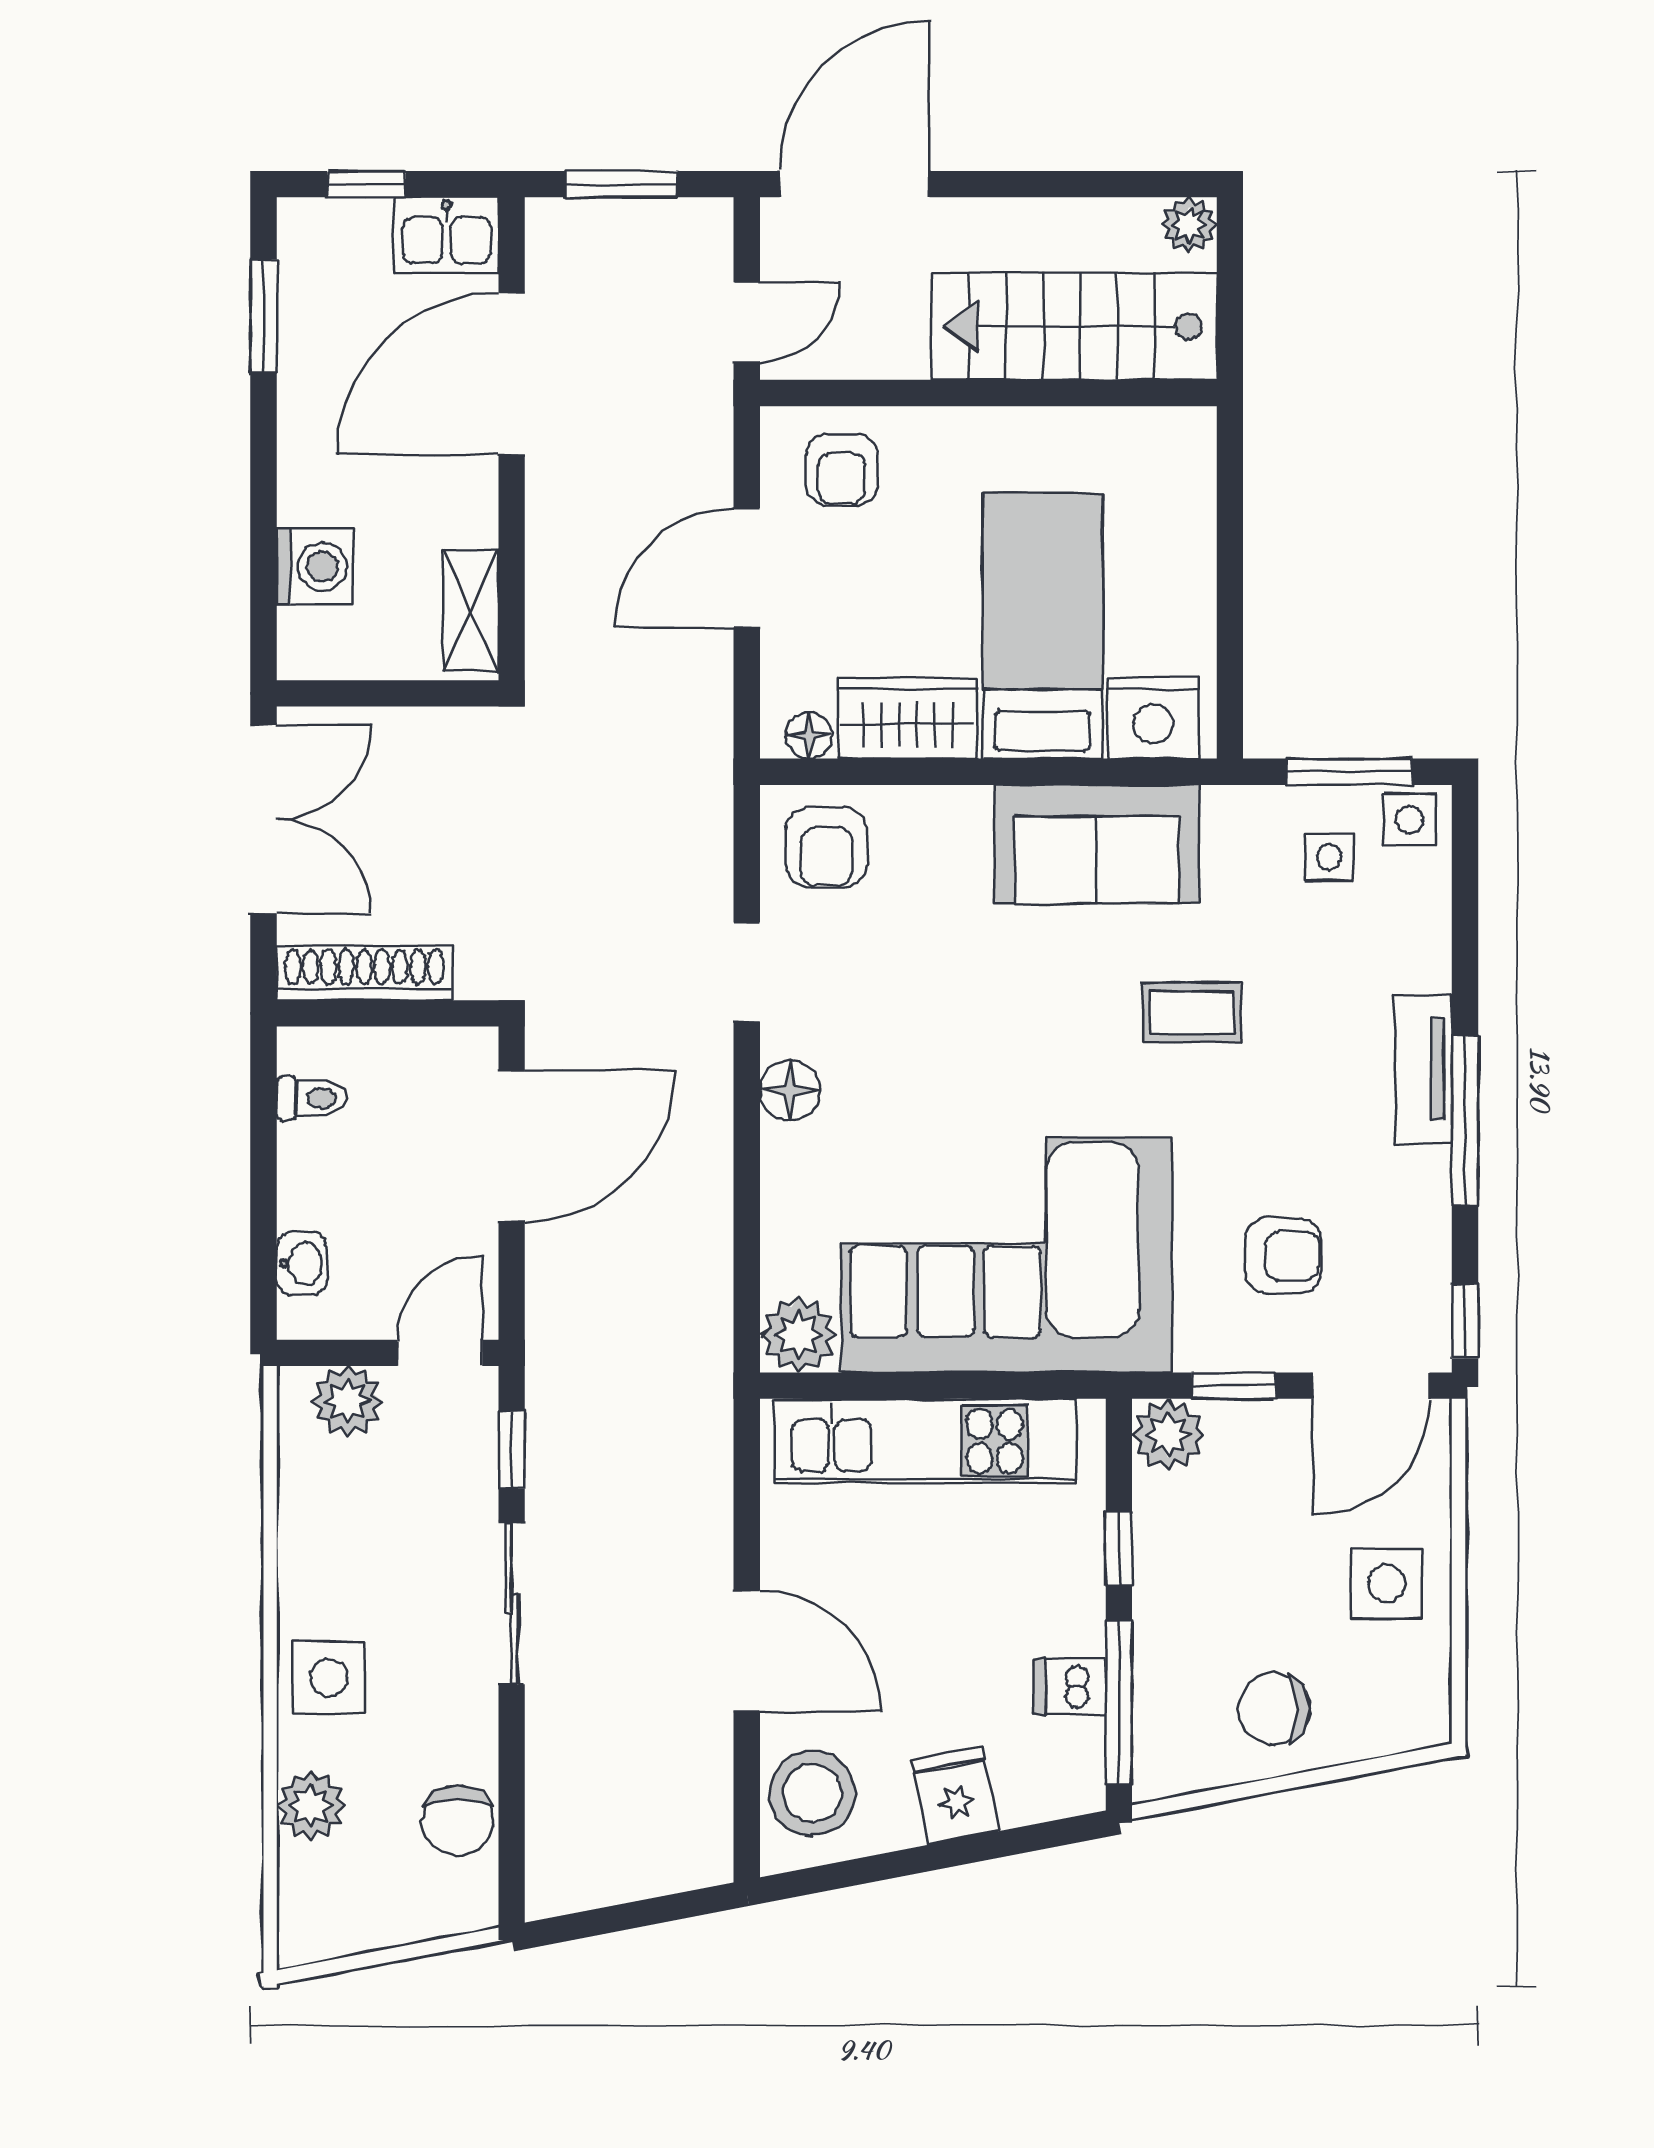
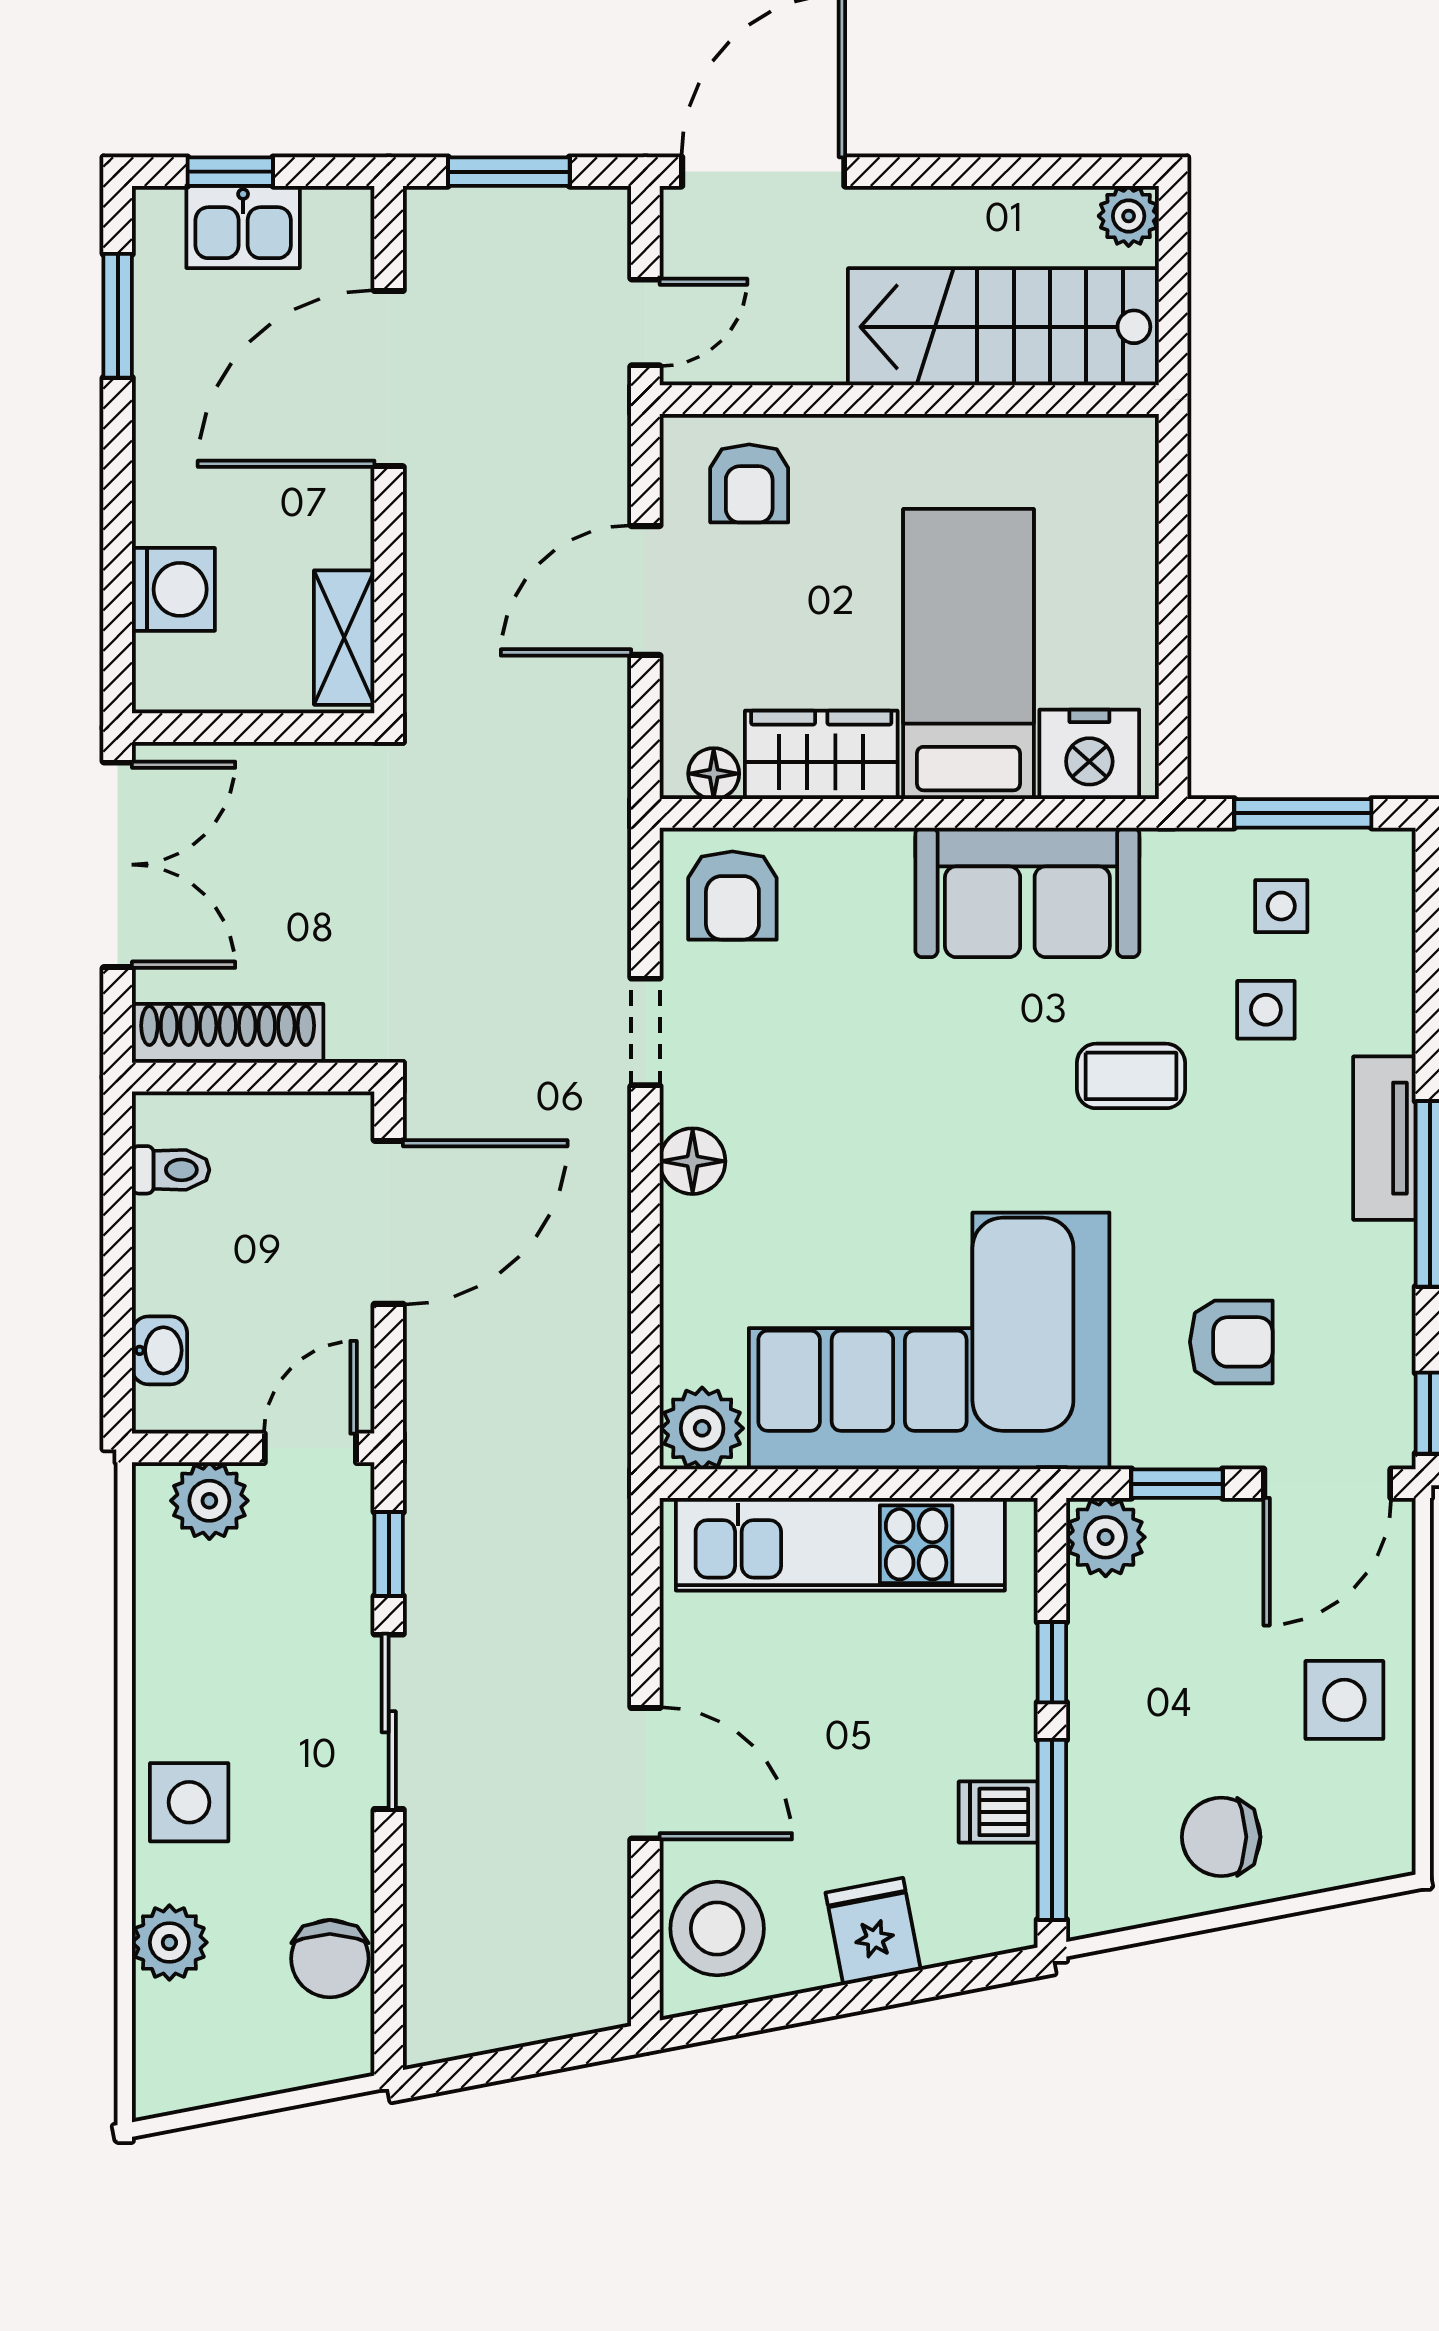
kitchen sink: (447, 235) -> (243, 227), moved
side table: (1409, 820) -> (1266, 1010), moved

